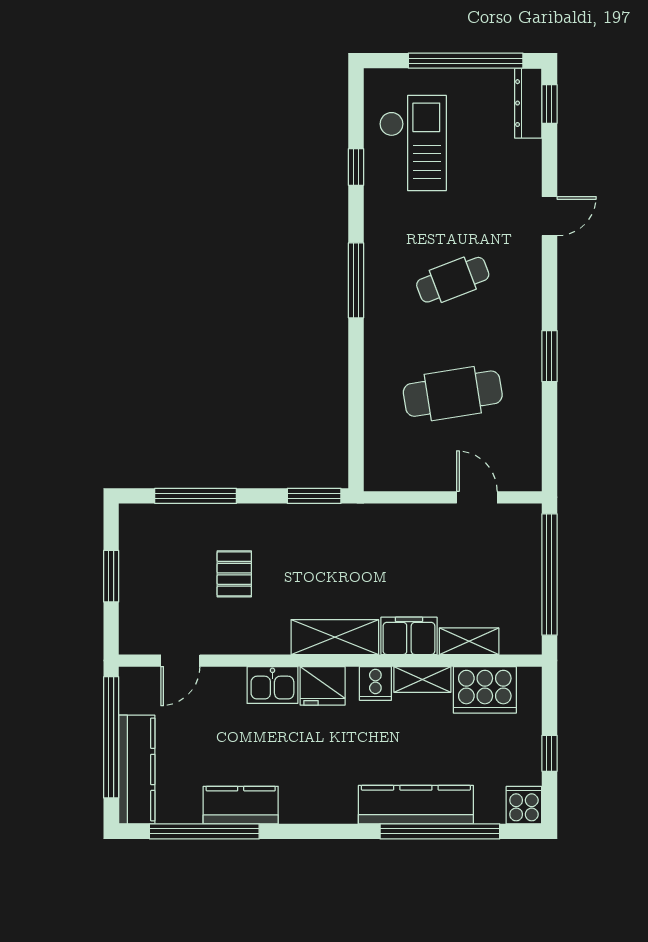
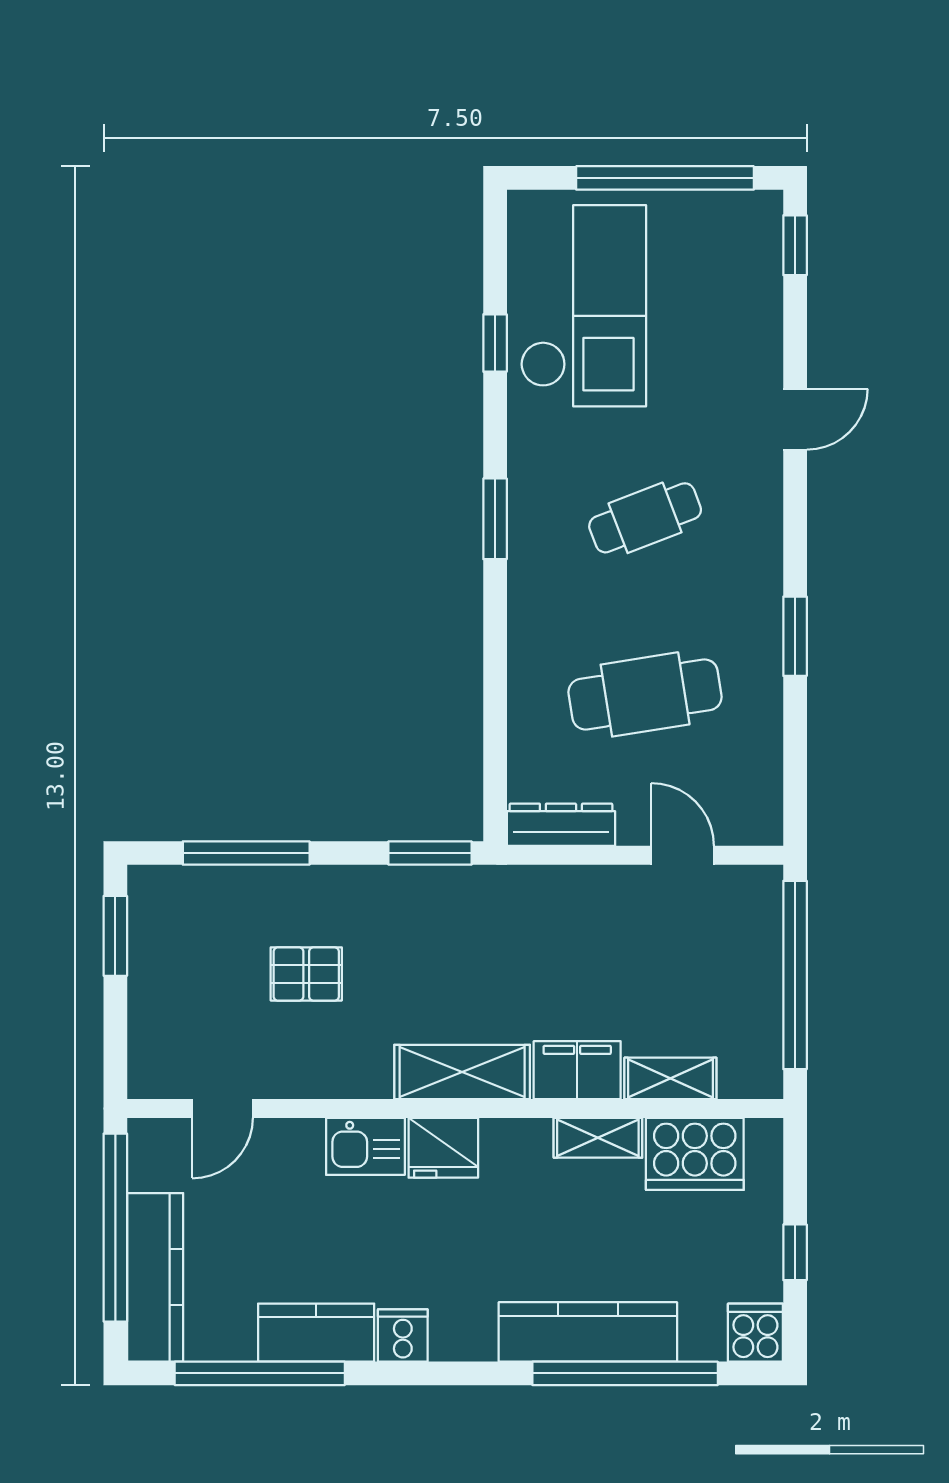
dresser: (528, 103) -> (561, 825), moved, turned 90
checkout: (413, 143) -> (583, 306), width x1.36, depth x1.21
window: (356, 280) -> (495, 519), width x0.69
pallet: (234, 574) -> (306, 974), turned 90
window: (111, 576) -> (115, 936), moved
cooker: (375, 683) -> (403, 1335), moved, turned 180

